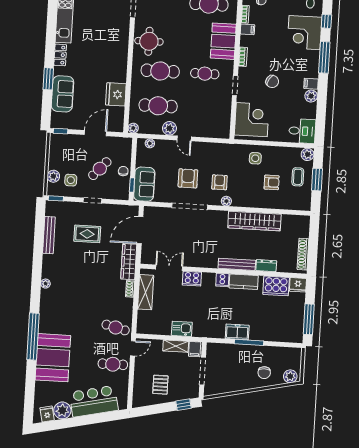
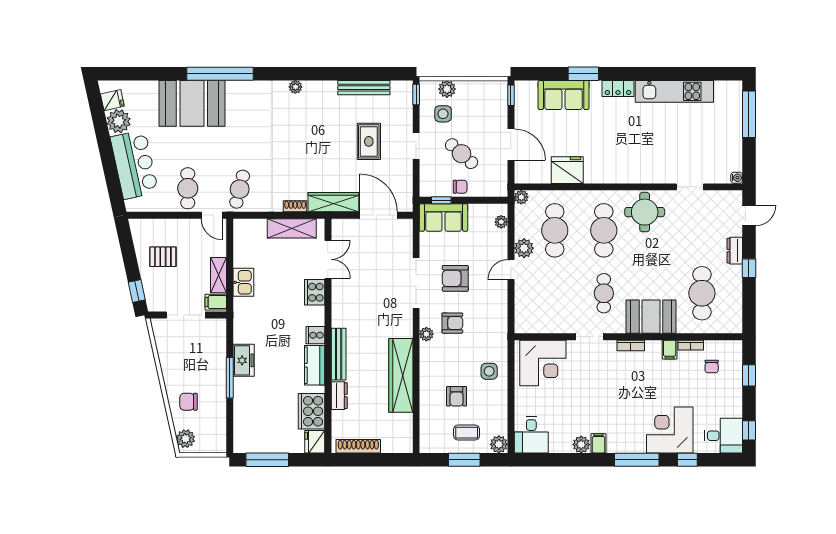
chair: (272, 81) -> (598, 389), removed
armchair: (188, 178) -> (455, 278), turned 180

